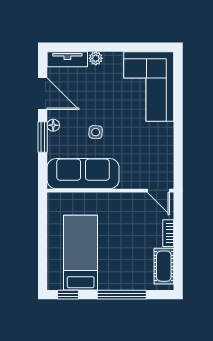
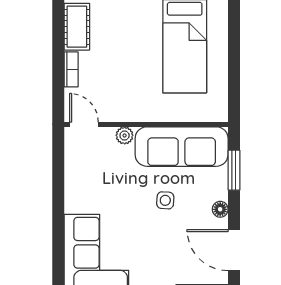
window: (43, 137) -> (234, 170), moved
plant: (127, 182) -> (125, 135), added

